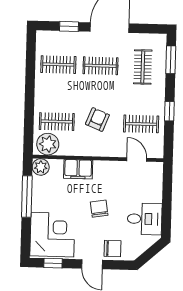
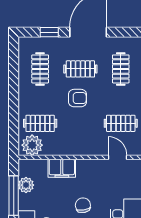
clothes rail: (58, 65) -> (40, 69), turned 90
armchair: (97, 120) -> (78, 98), moved, turned 68
plant: (41, 167) -> (26, 185), moved

